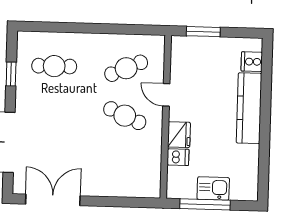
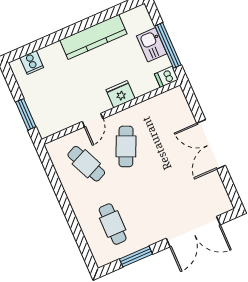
window: (11, 74) -> (136, 257), width x1.50
kitchen counter: (249, 108) -> (93, 37), moved
dishwasher: (178, 157) -> (166, 77), moved, turned -90
double door: (53, 200) -> (211, 144), moved

